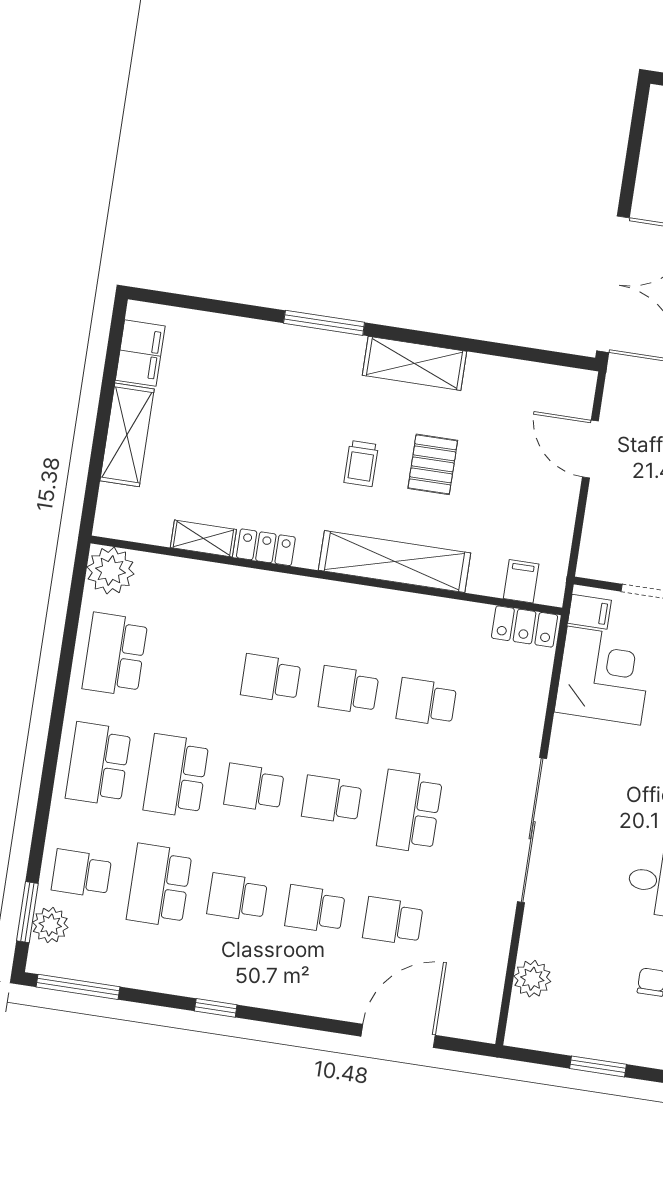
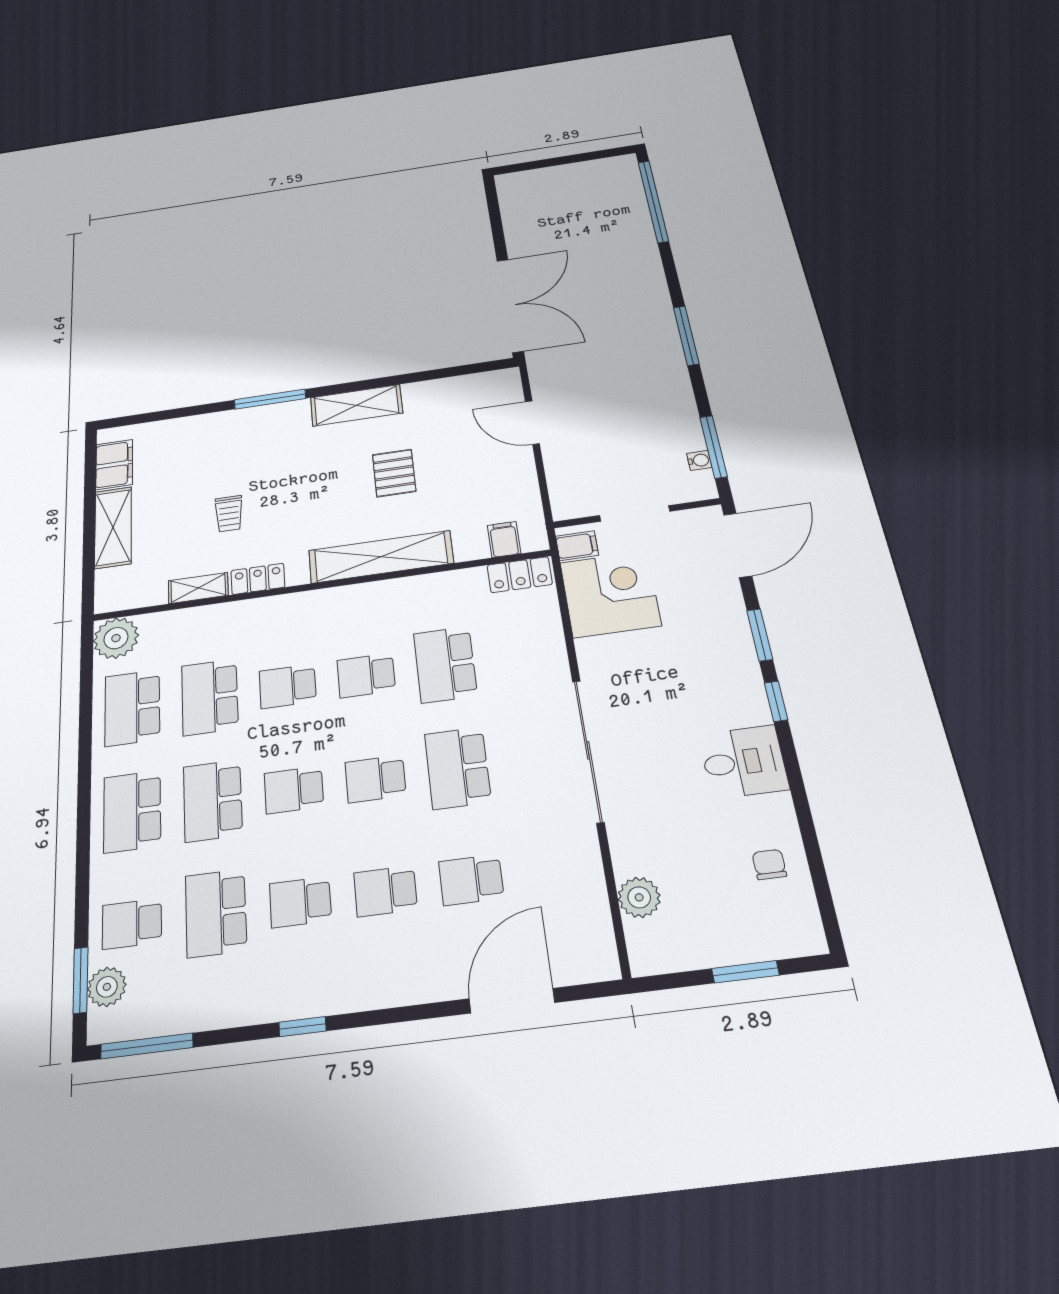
trolley: (361, 464) -> (229, 514), moved
school desk: (193, 666) -> (210, 697), added
school desk: (426, 702) -> (445, 664), width x1.85

